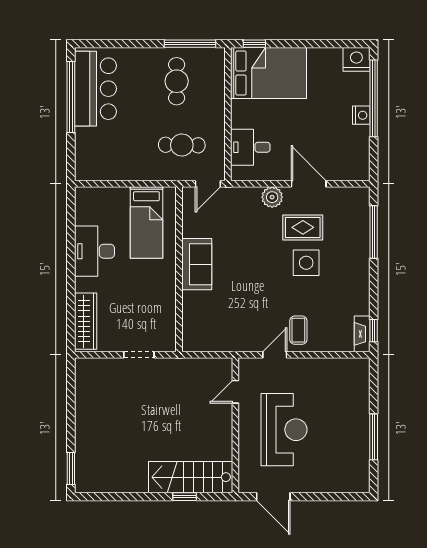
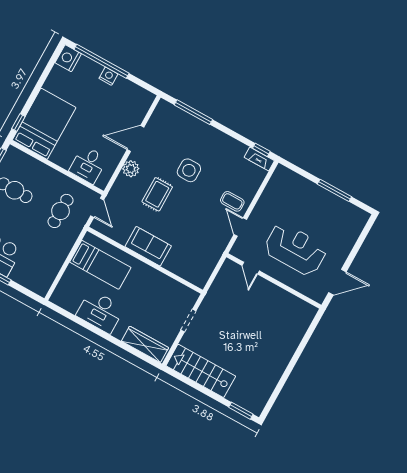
rug: (303, 227) -> (157, 194), moved
stairs: (191, 477) -> (201, 371), moved, turned 90
window: (185, 497) -> (304, 343), removed

